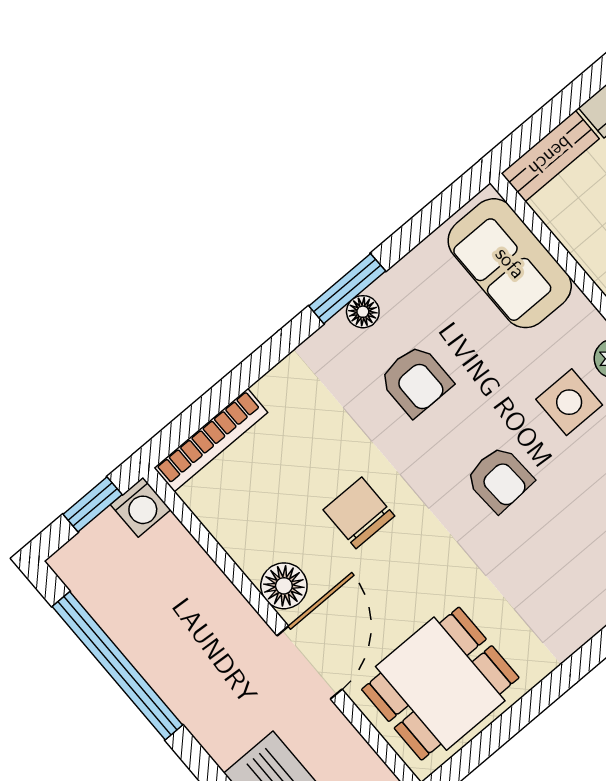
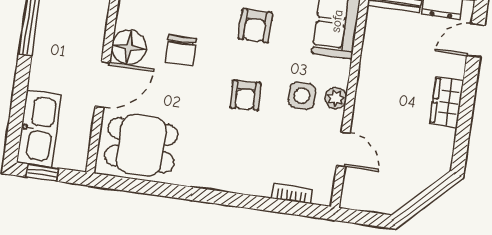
chair: (359, 513) -> (181, 51), turned 180
floor lamp: (284, 586) -> (129, 47), width x1.38, depth x1.38

